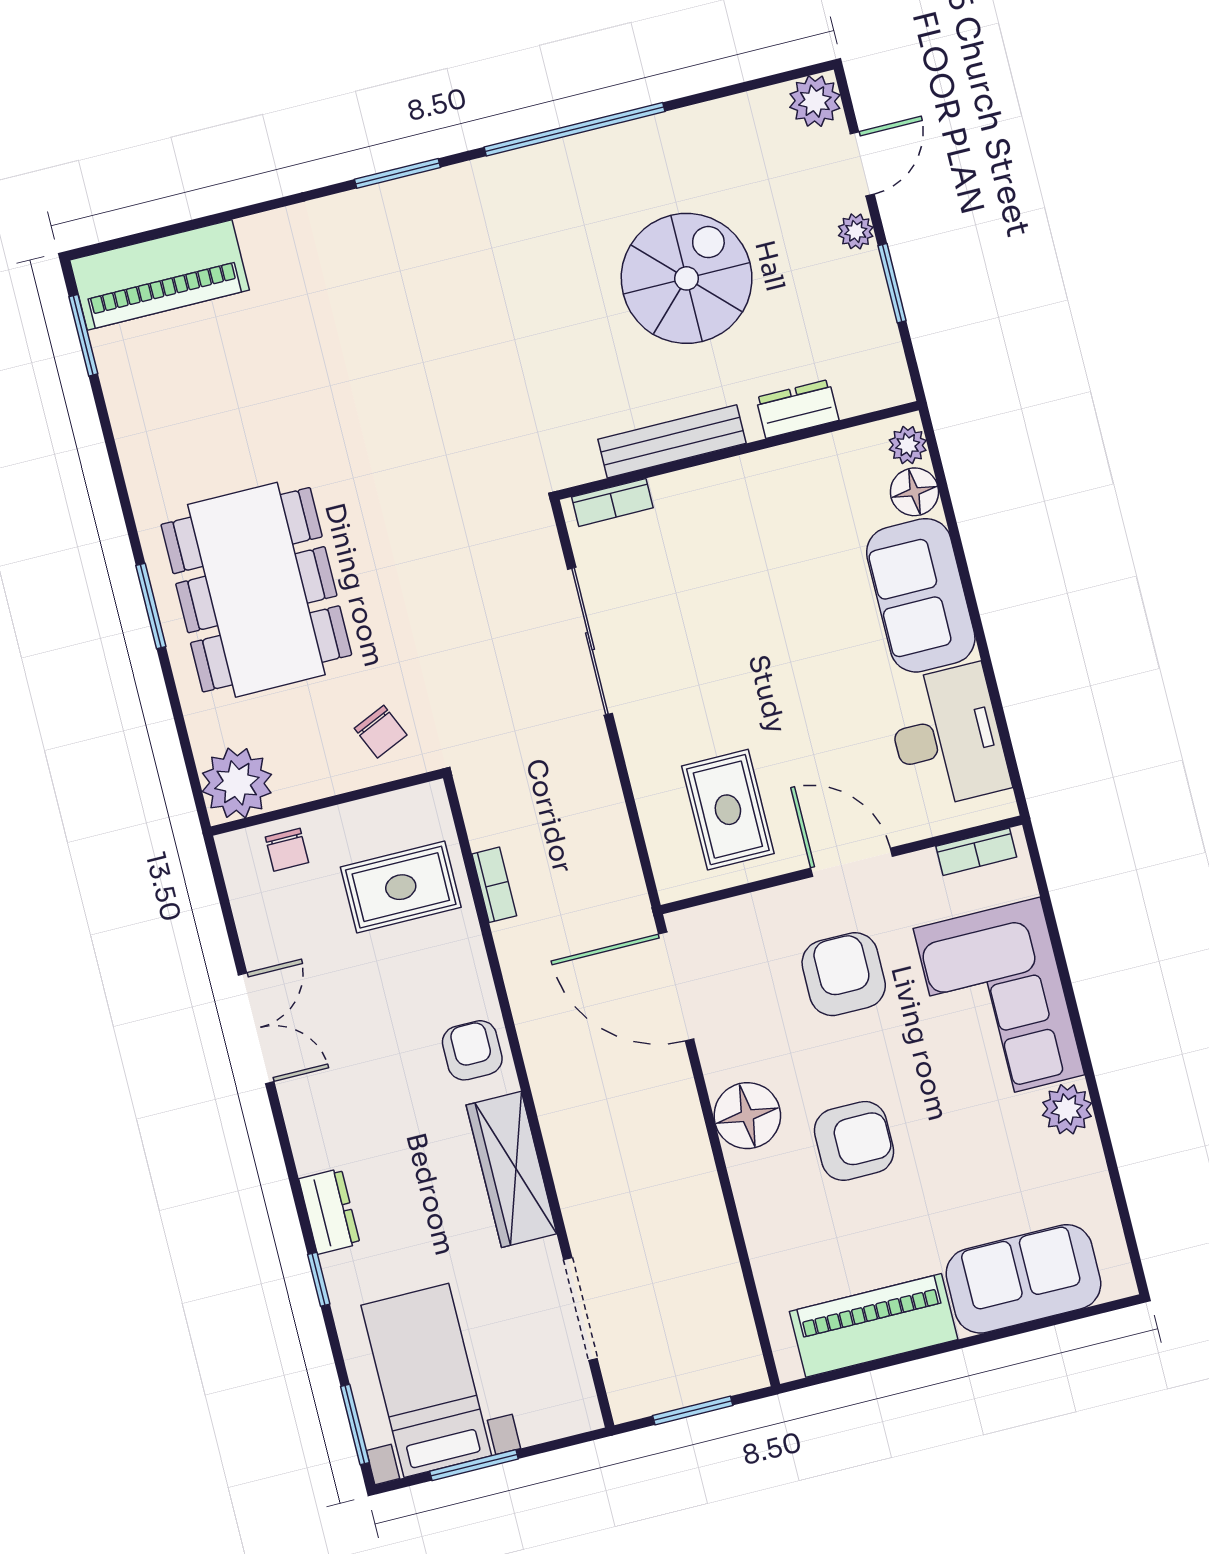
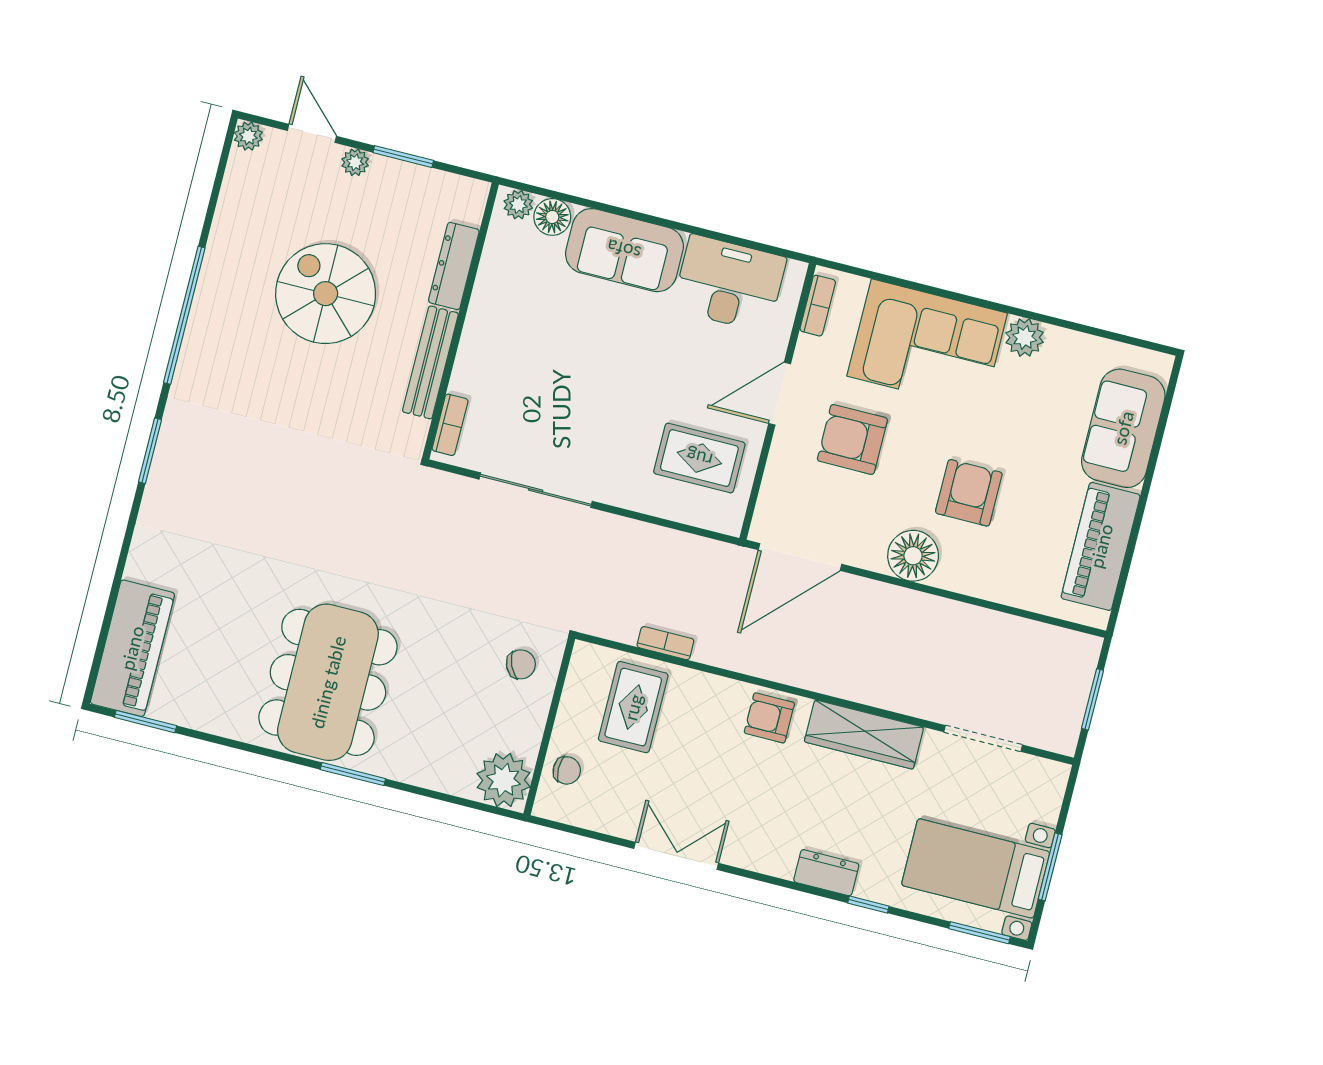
plant: (815, 101) -> (248, 136), width x0.73, depth x0.73
dresser: (797, 409) -> (454, 266), width x1.44
dining table: (256, 590) -> (328, 682), moved, turned 90

